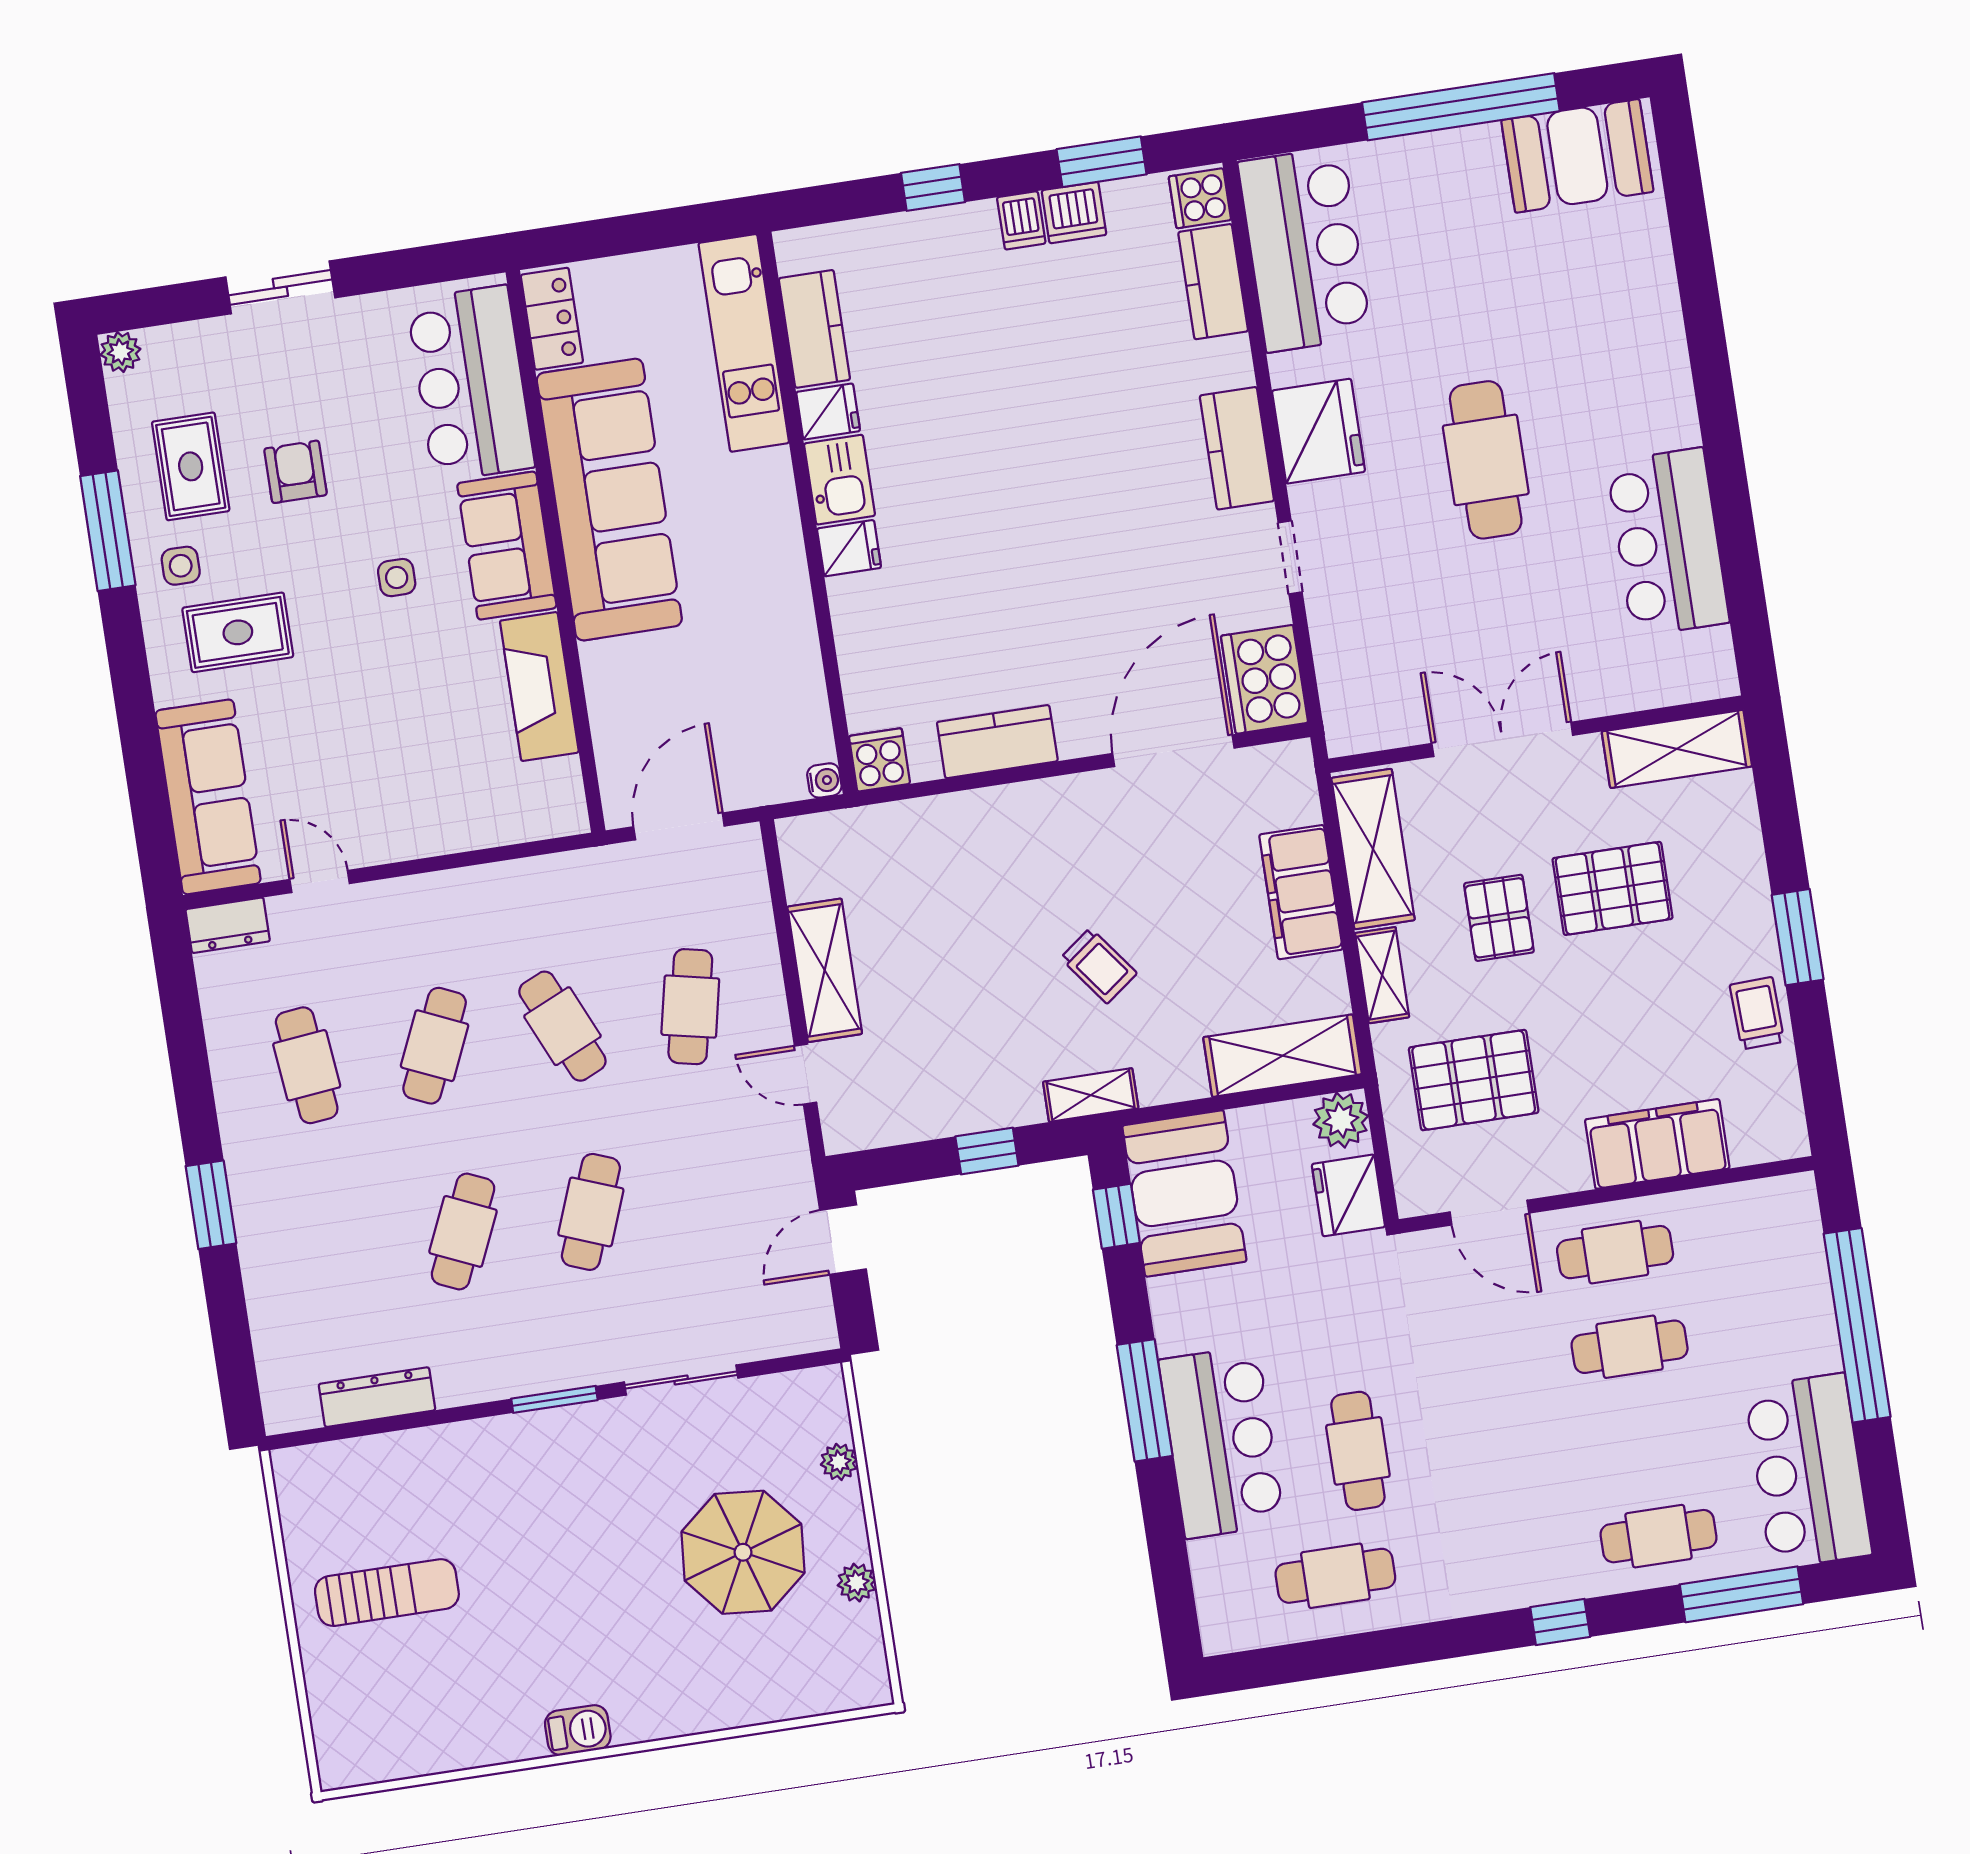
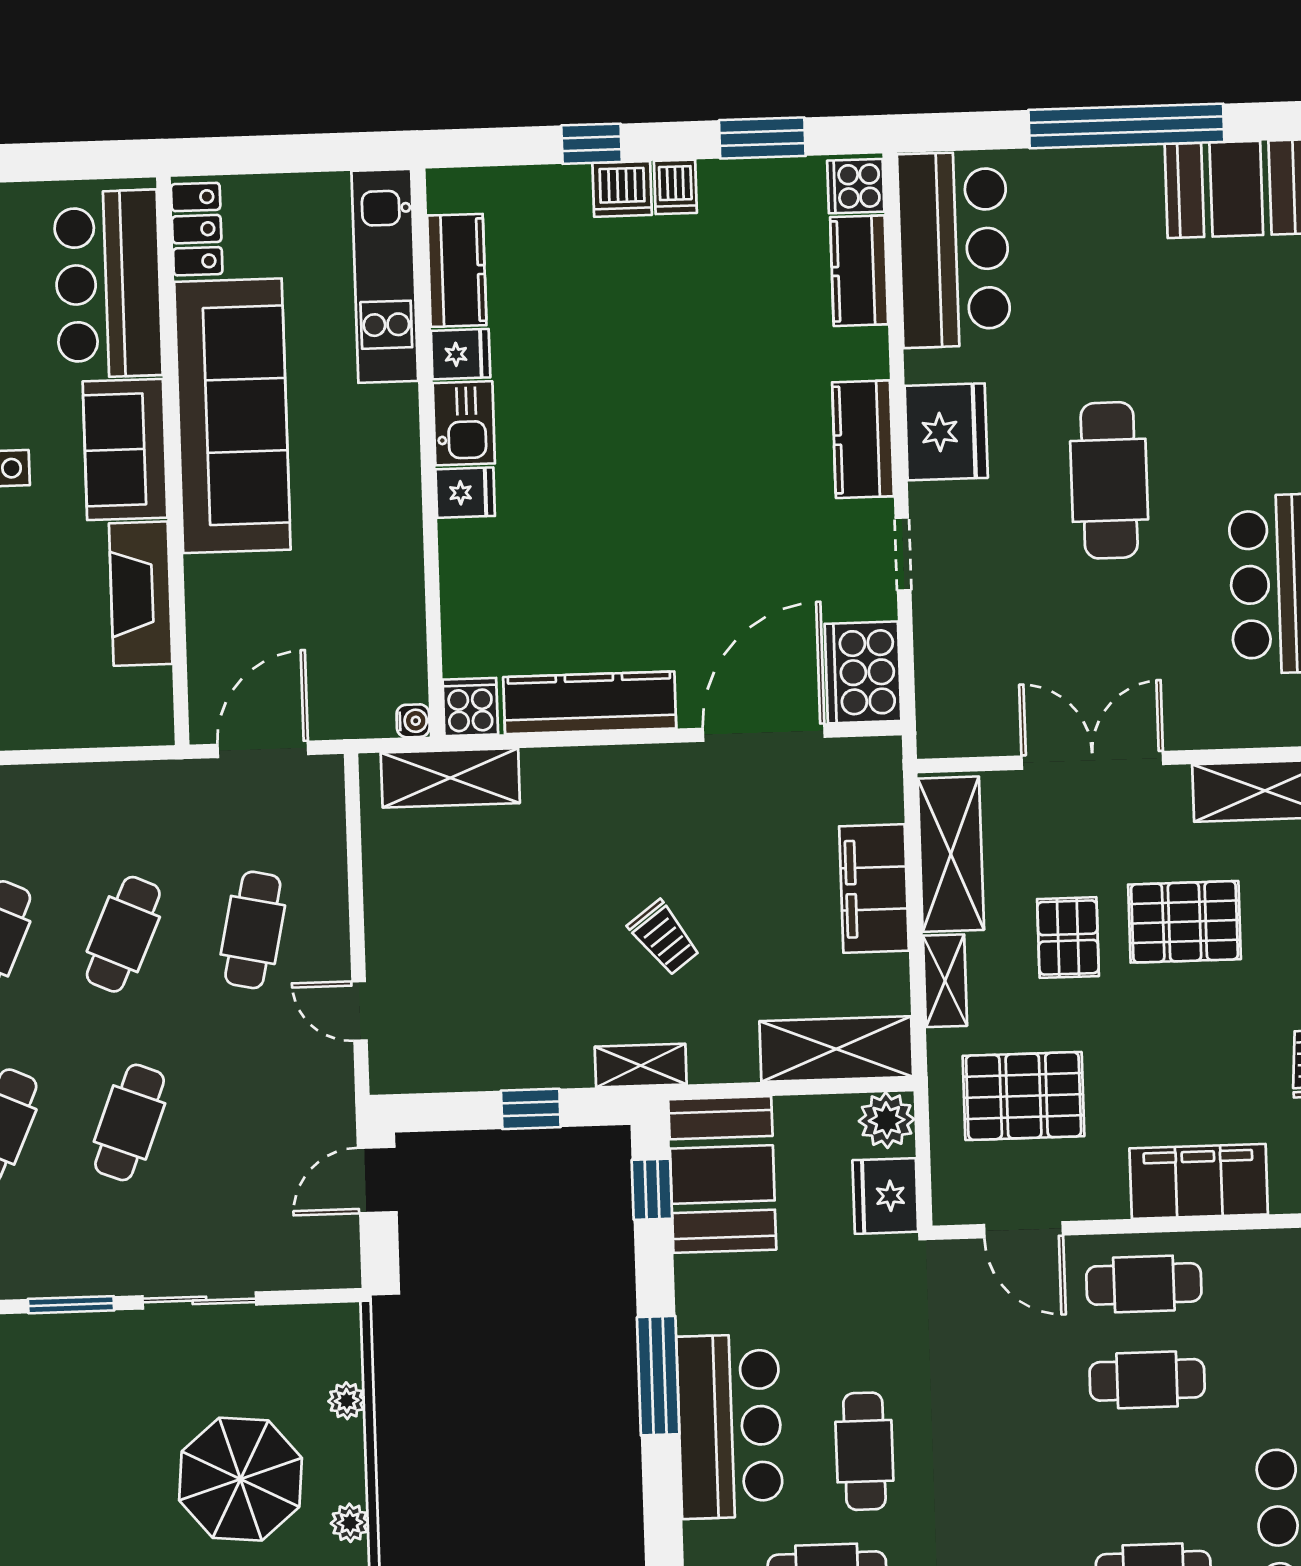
dishwasher: (1074, 213) -> (622, 189), moved
kitchen counter: (997, 742) -> (590, 703), width x1.50
shelving: (825, 970) -> (450, 778), moved, turned 90
cafe table: (562, 1026) -> (123, 934), turned 48

